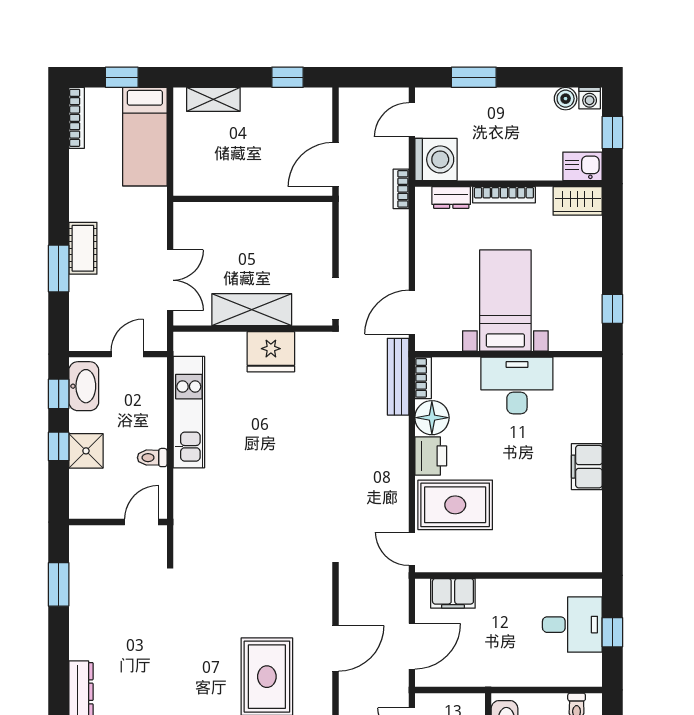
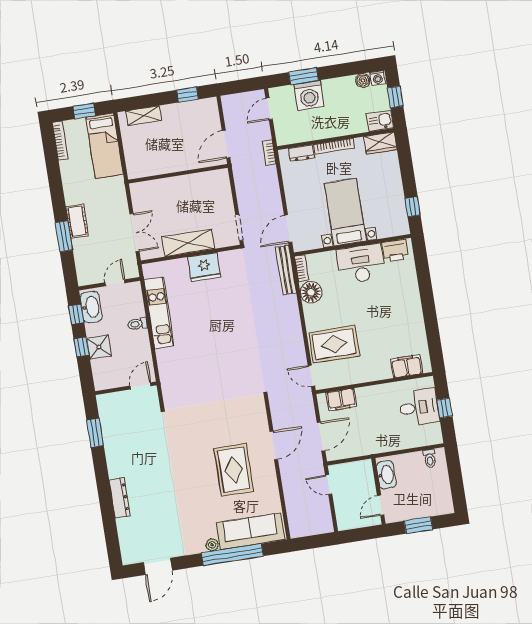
washing machine: (436, 159) -> (309, 95), moved, turned 90
printer: (431, 456) -> (395, 250), moved, turned 90
toilet: (152, 458) -> (137, 324), moved
filing cabinet: (587, 467) -> (406, 366), moved, turned 90

